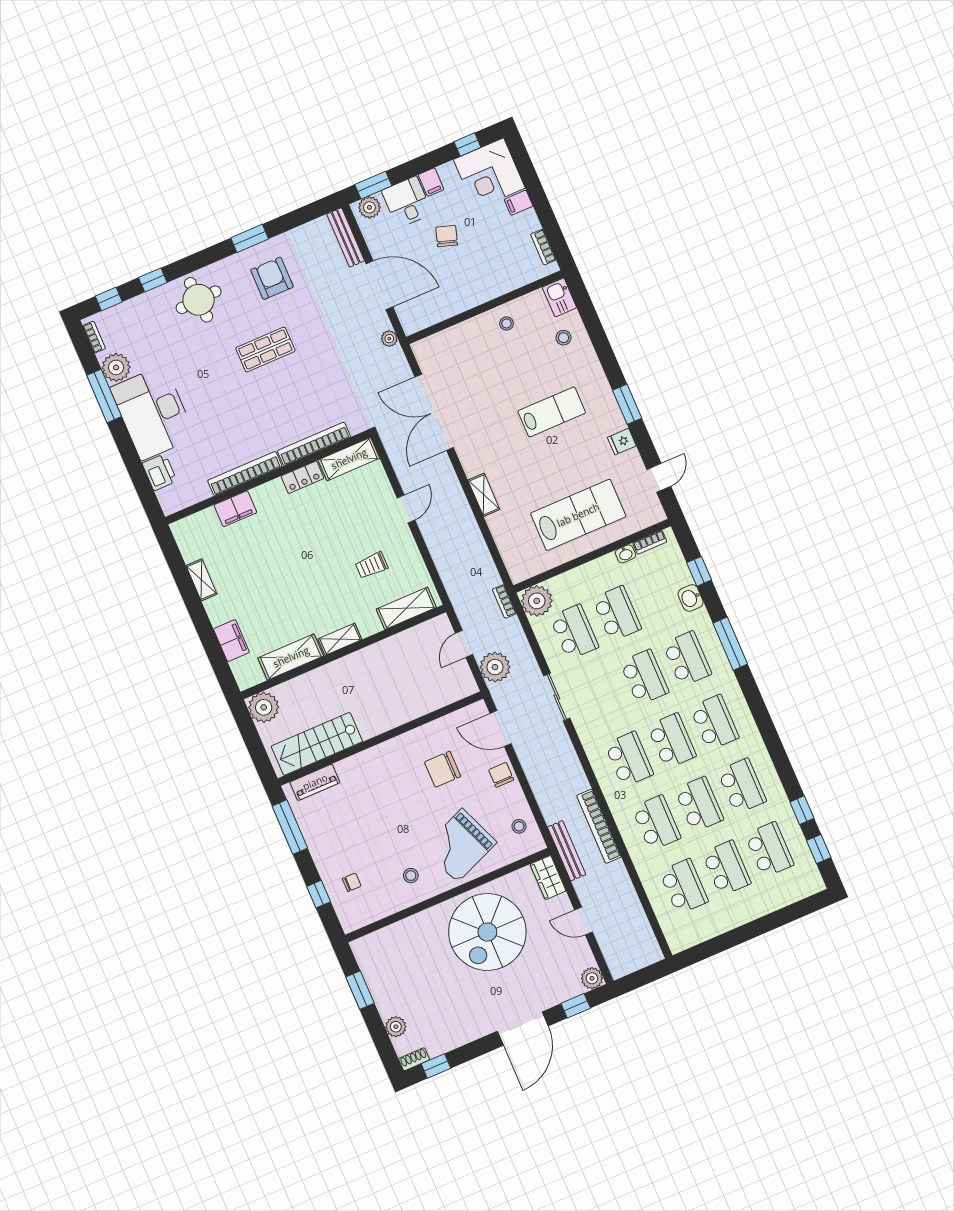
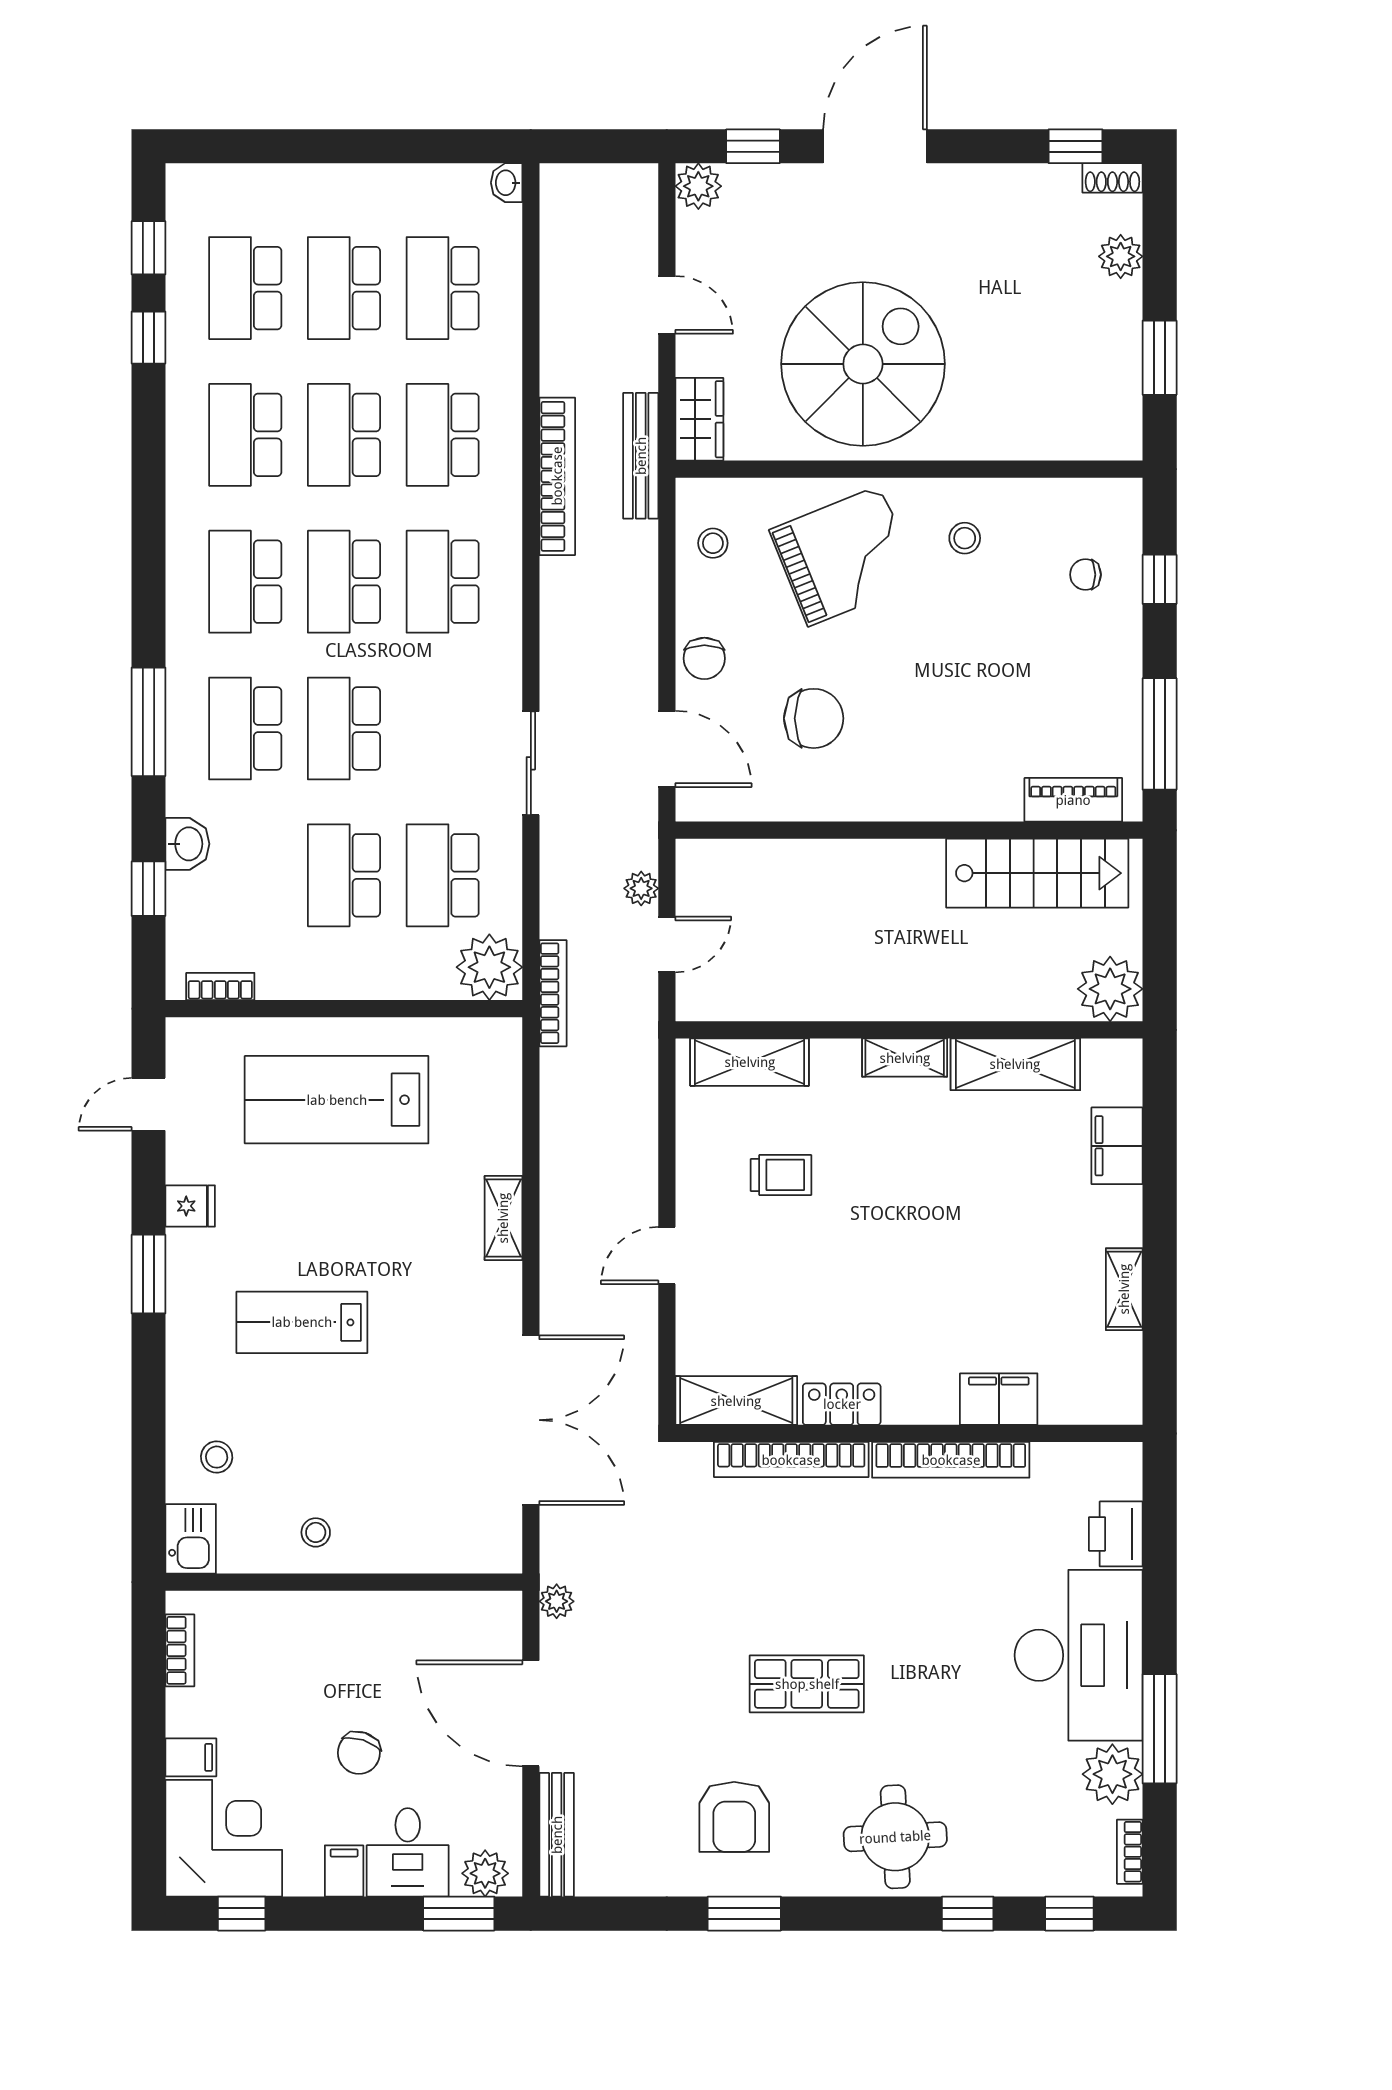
washbasin: (625, 554) -> (507, 183), moved, turned -90
bookcase: (504, 601) -> (553, 993), width x1.56
plant: (495, 667) -> (641, 888), width x0.53, depth x0.53

